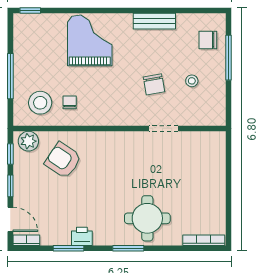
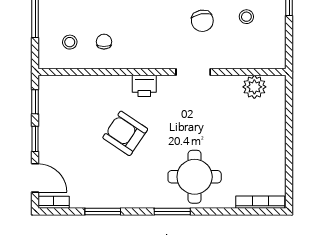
stool: (40, 103) -> (70, 42), width x0.53, depth x0.53
doorway: (164, 128) -> (193, 72), moved
plant: (28, 141) -> (254, 87), moved
armchair: (63, 160) -> (125, 133), moved
printer: (82, 236) -> (144, 86), moved, turned 180

